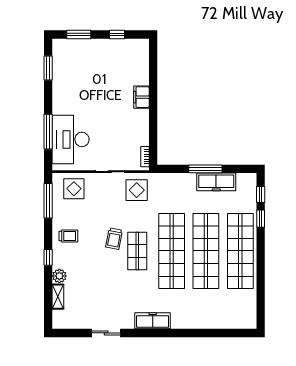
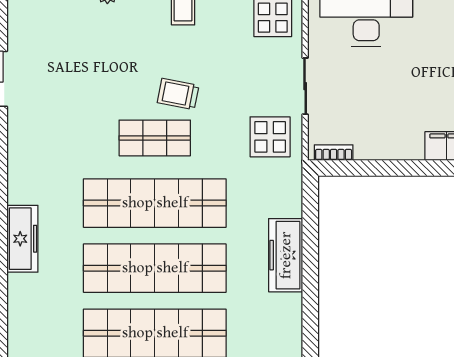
window: (205, 169) -> (310, 267), removed
freezer: (216, 182) -> (286, 255), moved
freezer: (153, 321) -> (22, 239), moved

